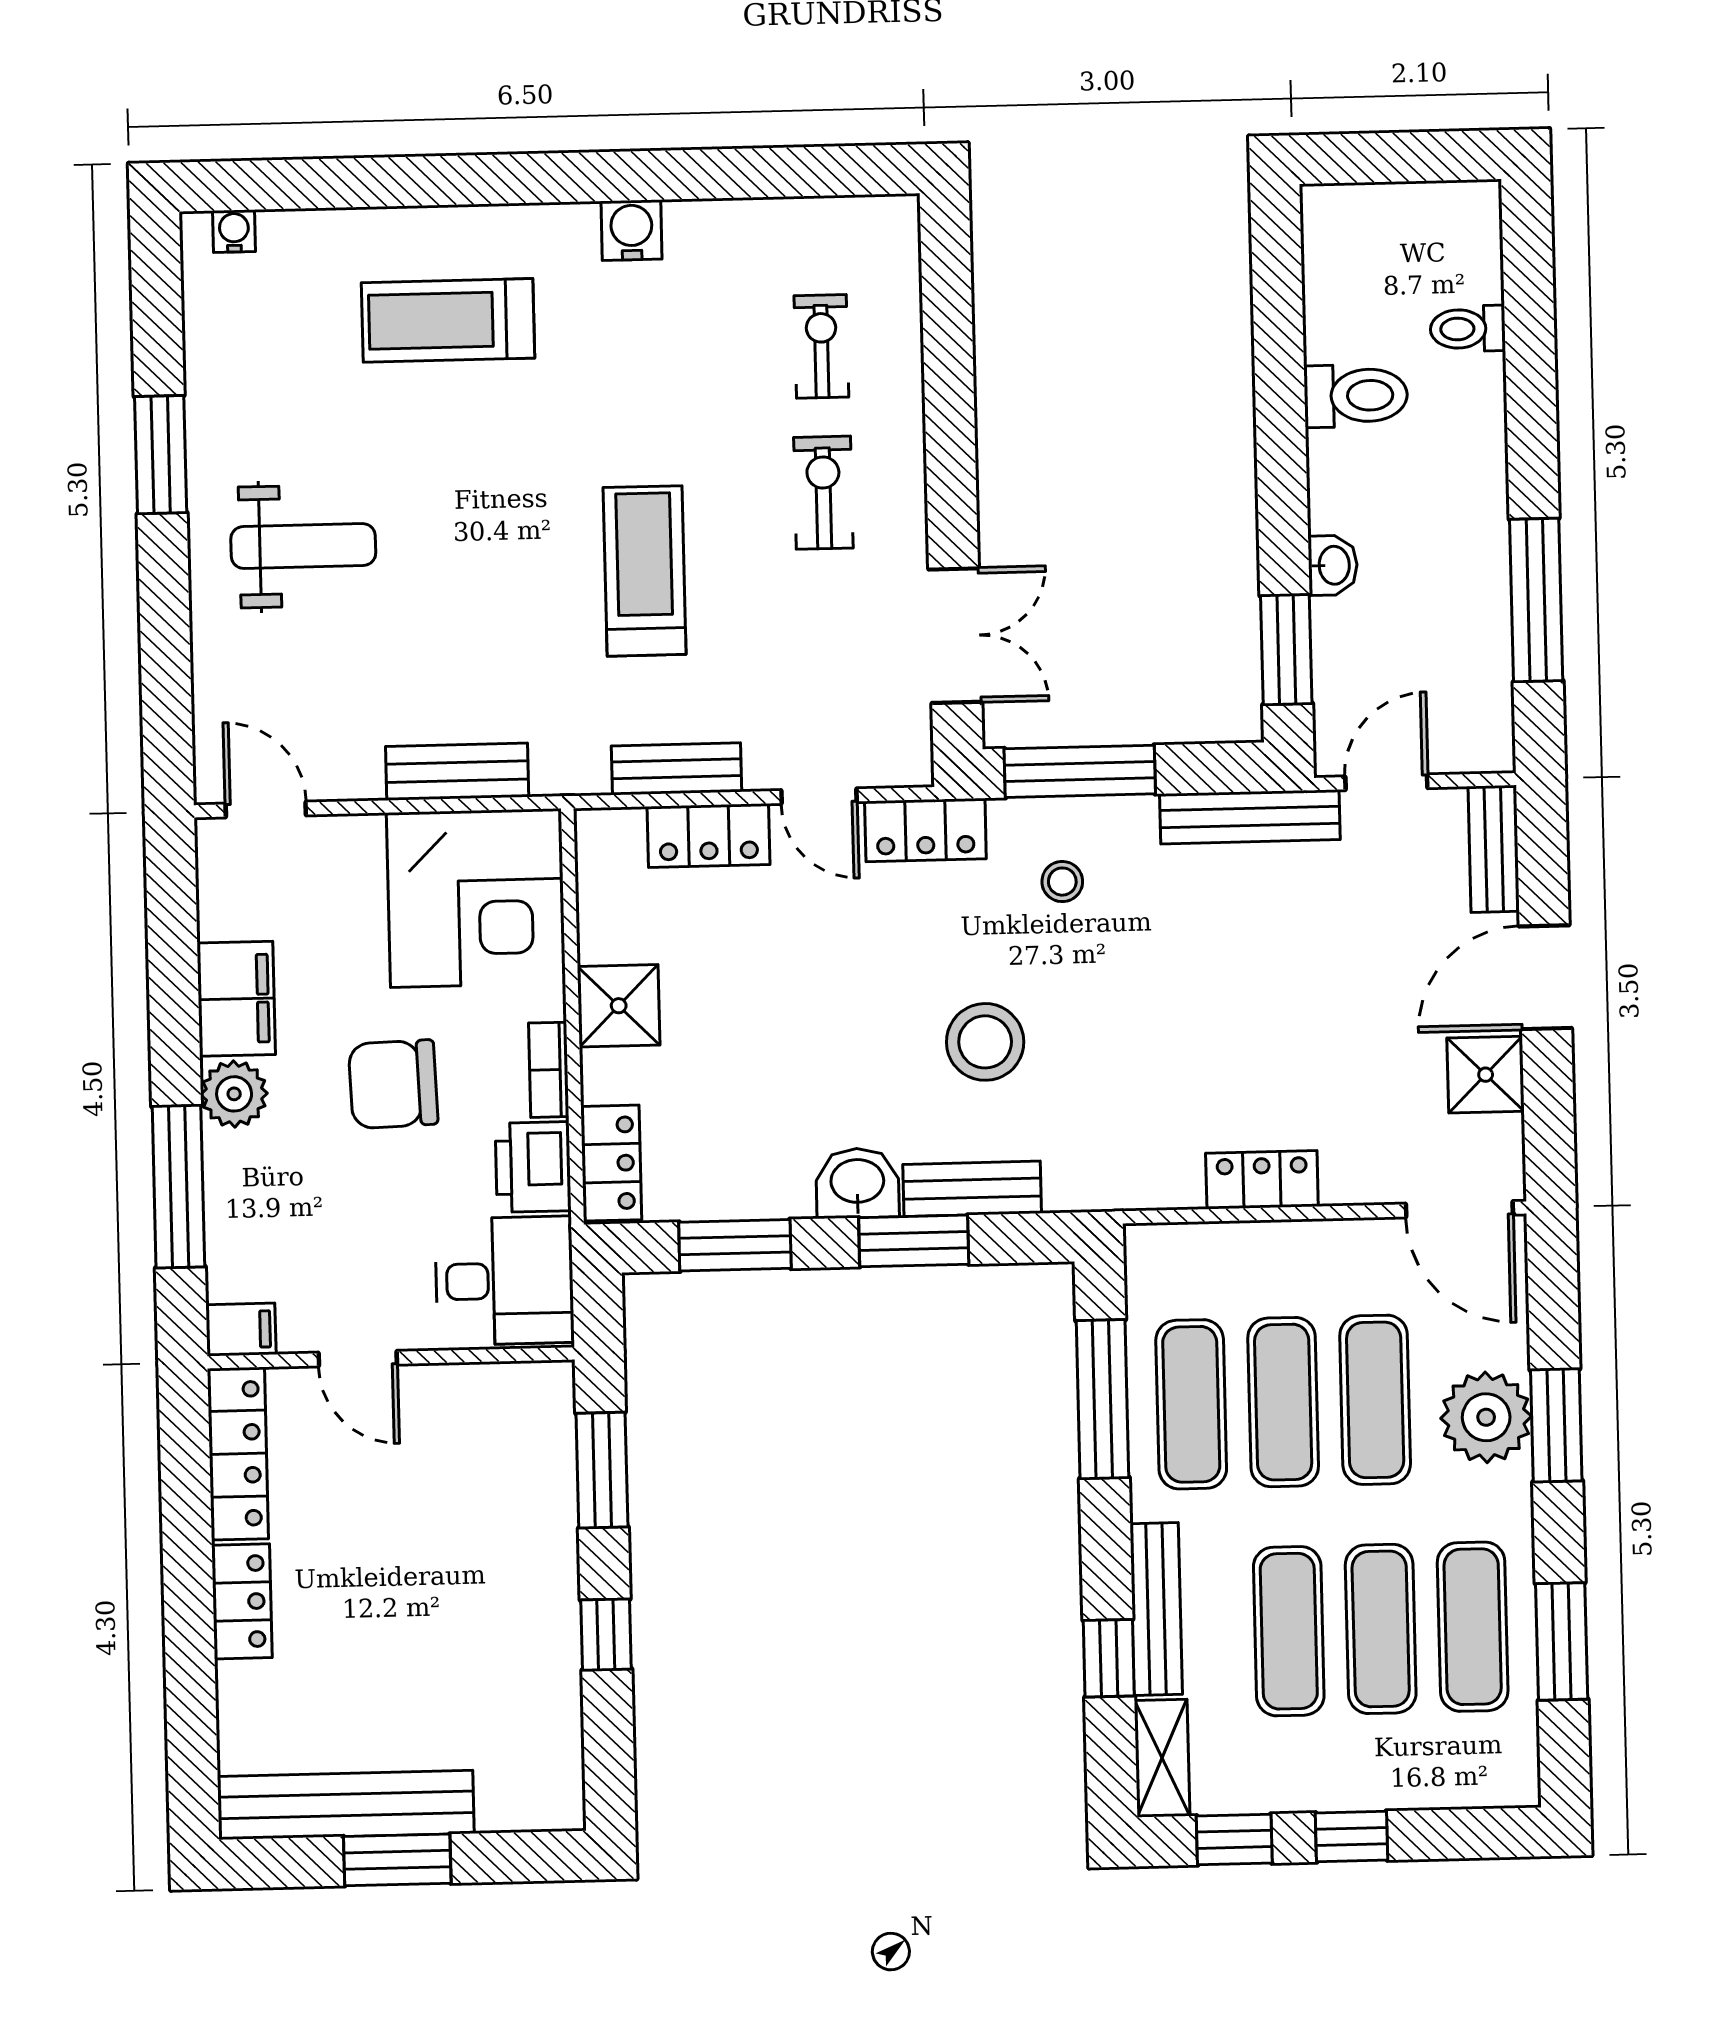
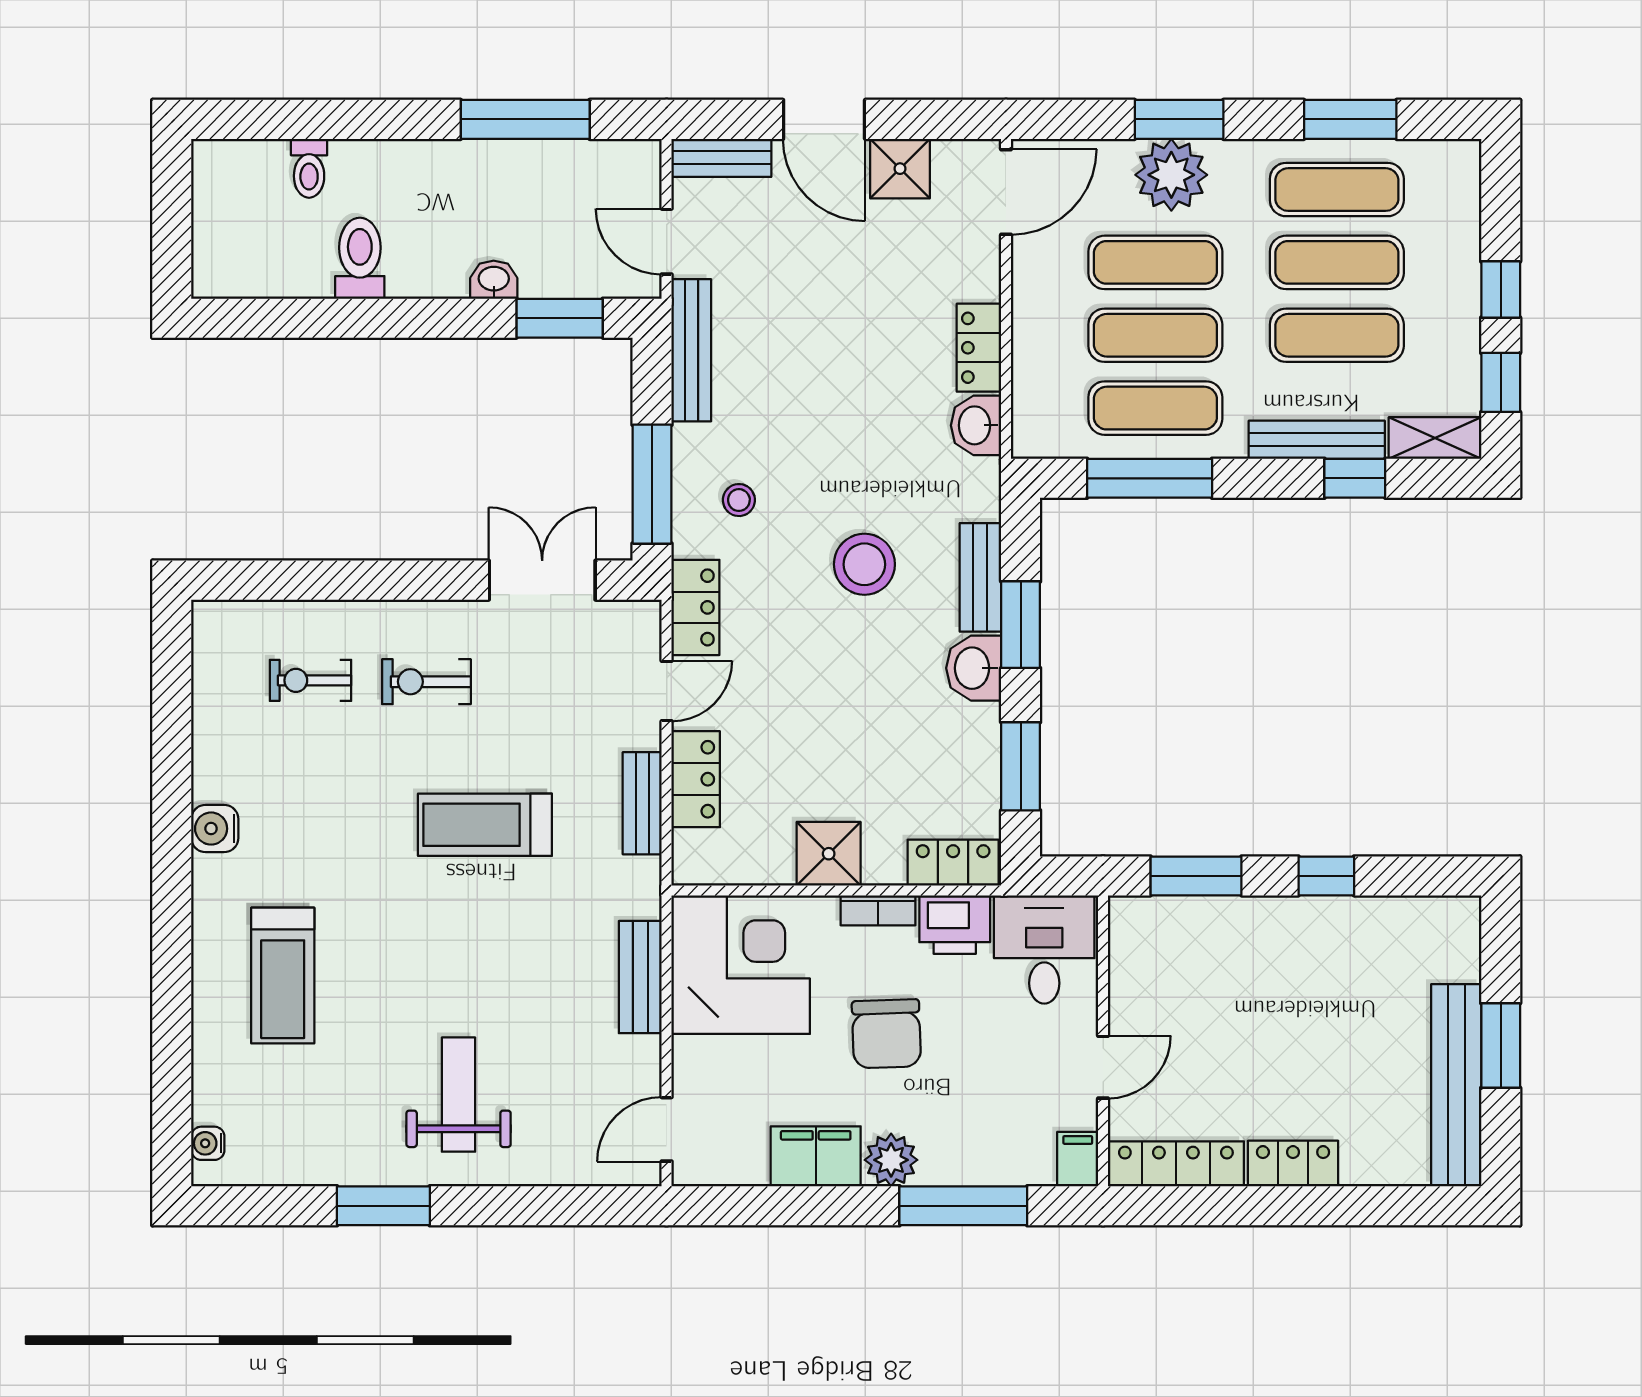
washbasin: (1164, 1178) -> (976, 425), added

